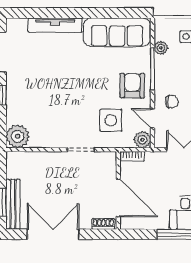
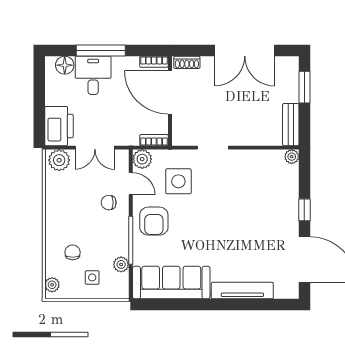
plant: (18, 136) -> (292, 157), width x0.53, depth x0.53
bench: (13, 204) -> (291, 125), moved, width x0.73
bookcase: (132, 225) -> (154, 62), added

